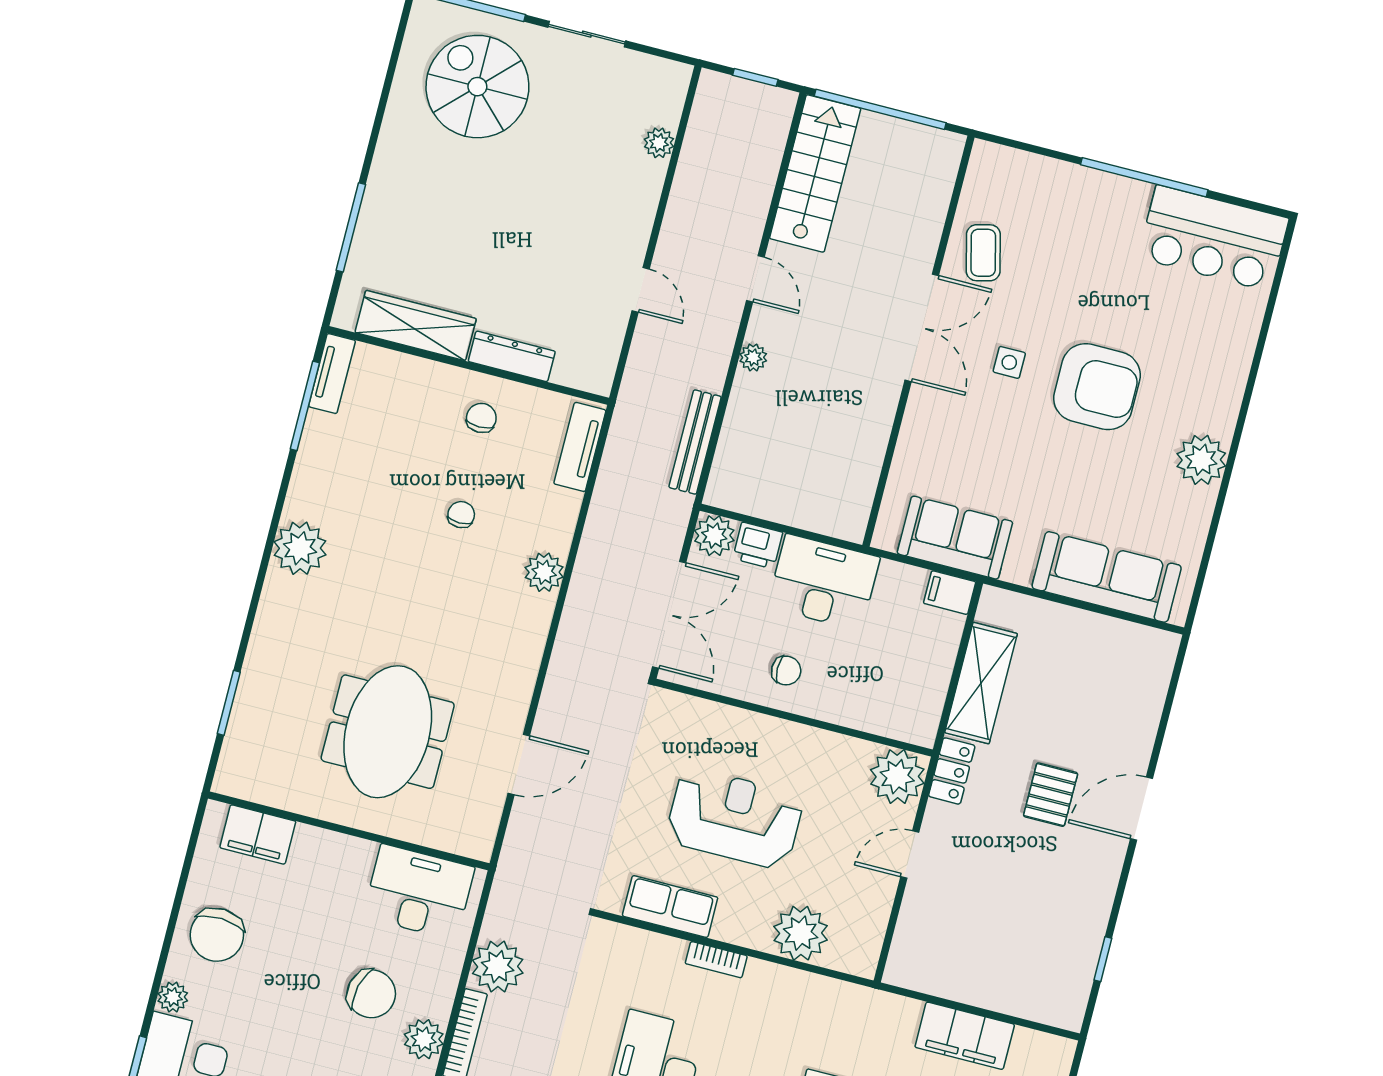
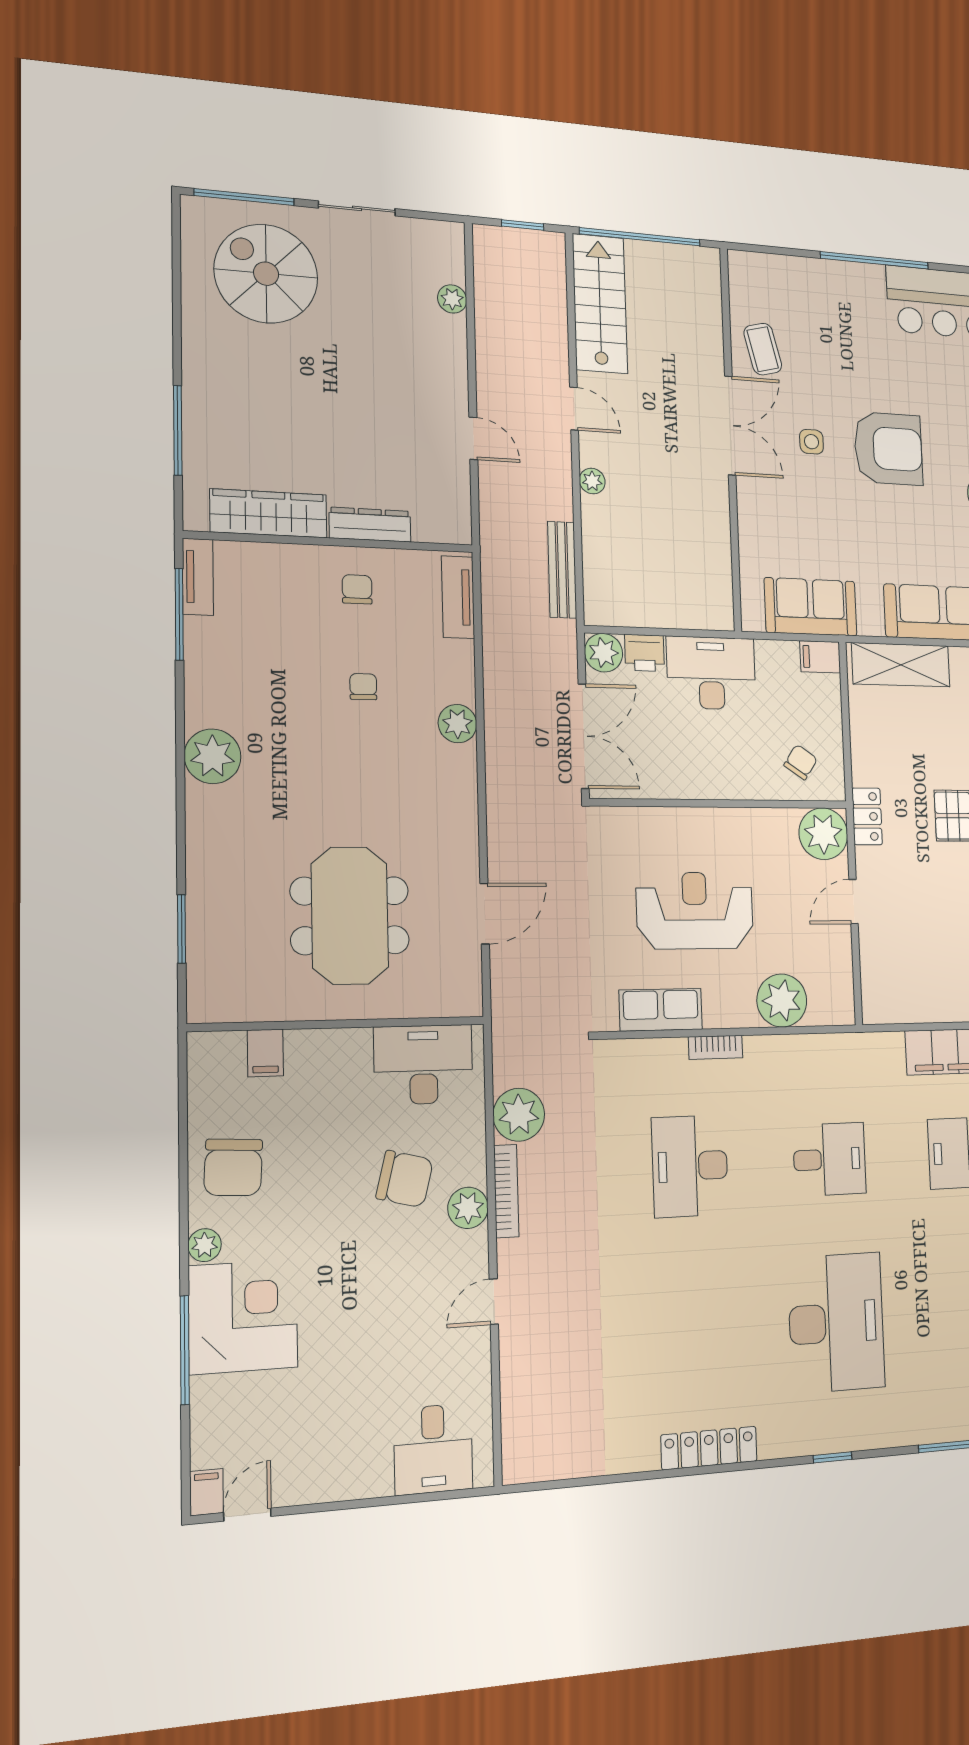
chair: (786, 671) -> (801, 762), moved, turned -56
shelving: (981, 683) -> (901, 665), moved, turned 90
filing cabinet: (258, 834) -> (265, 1053), width x0.50

